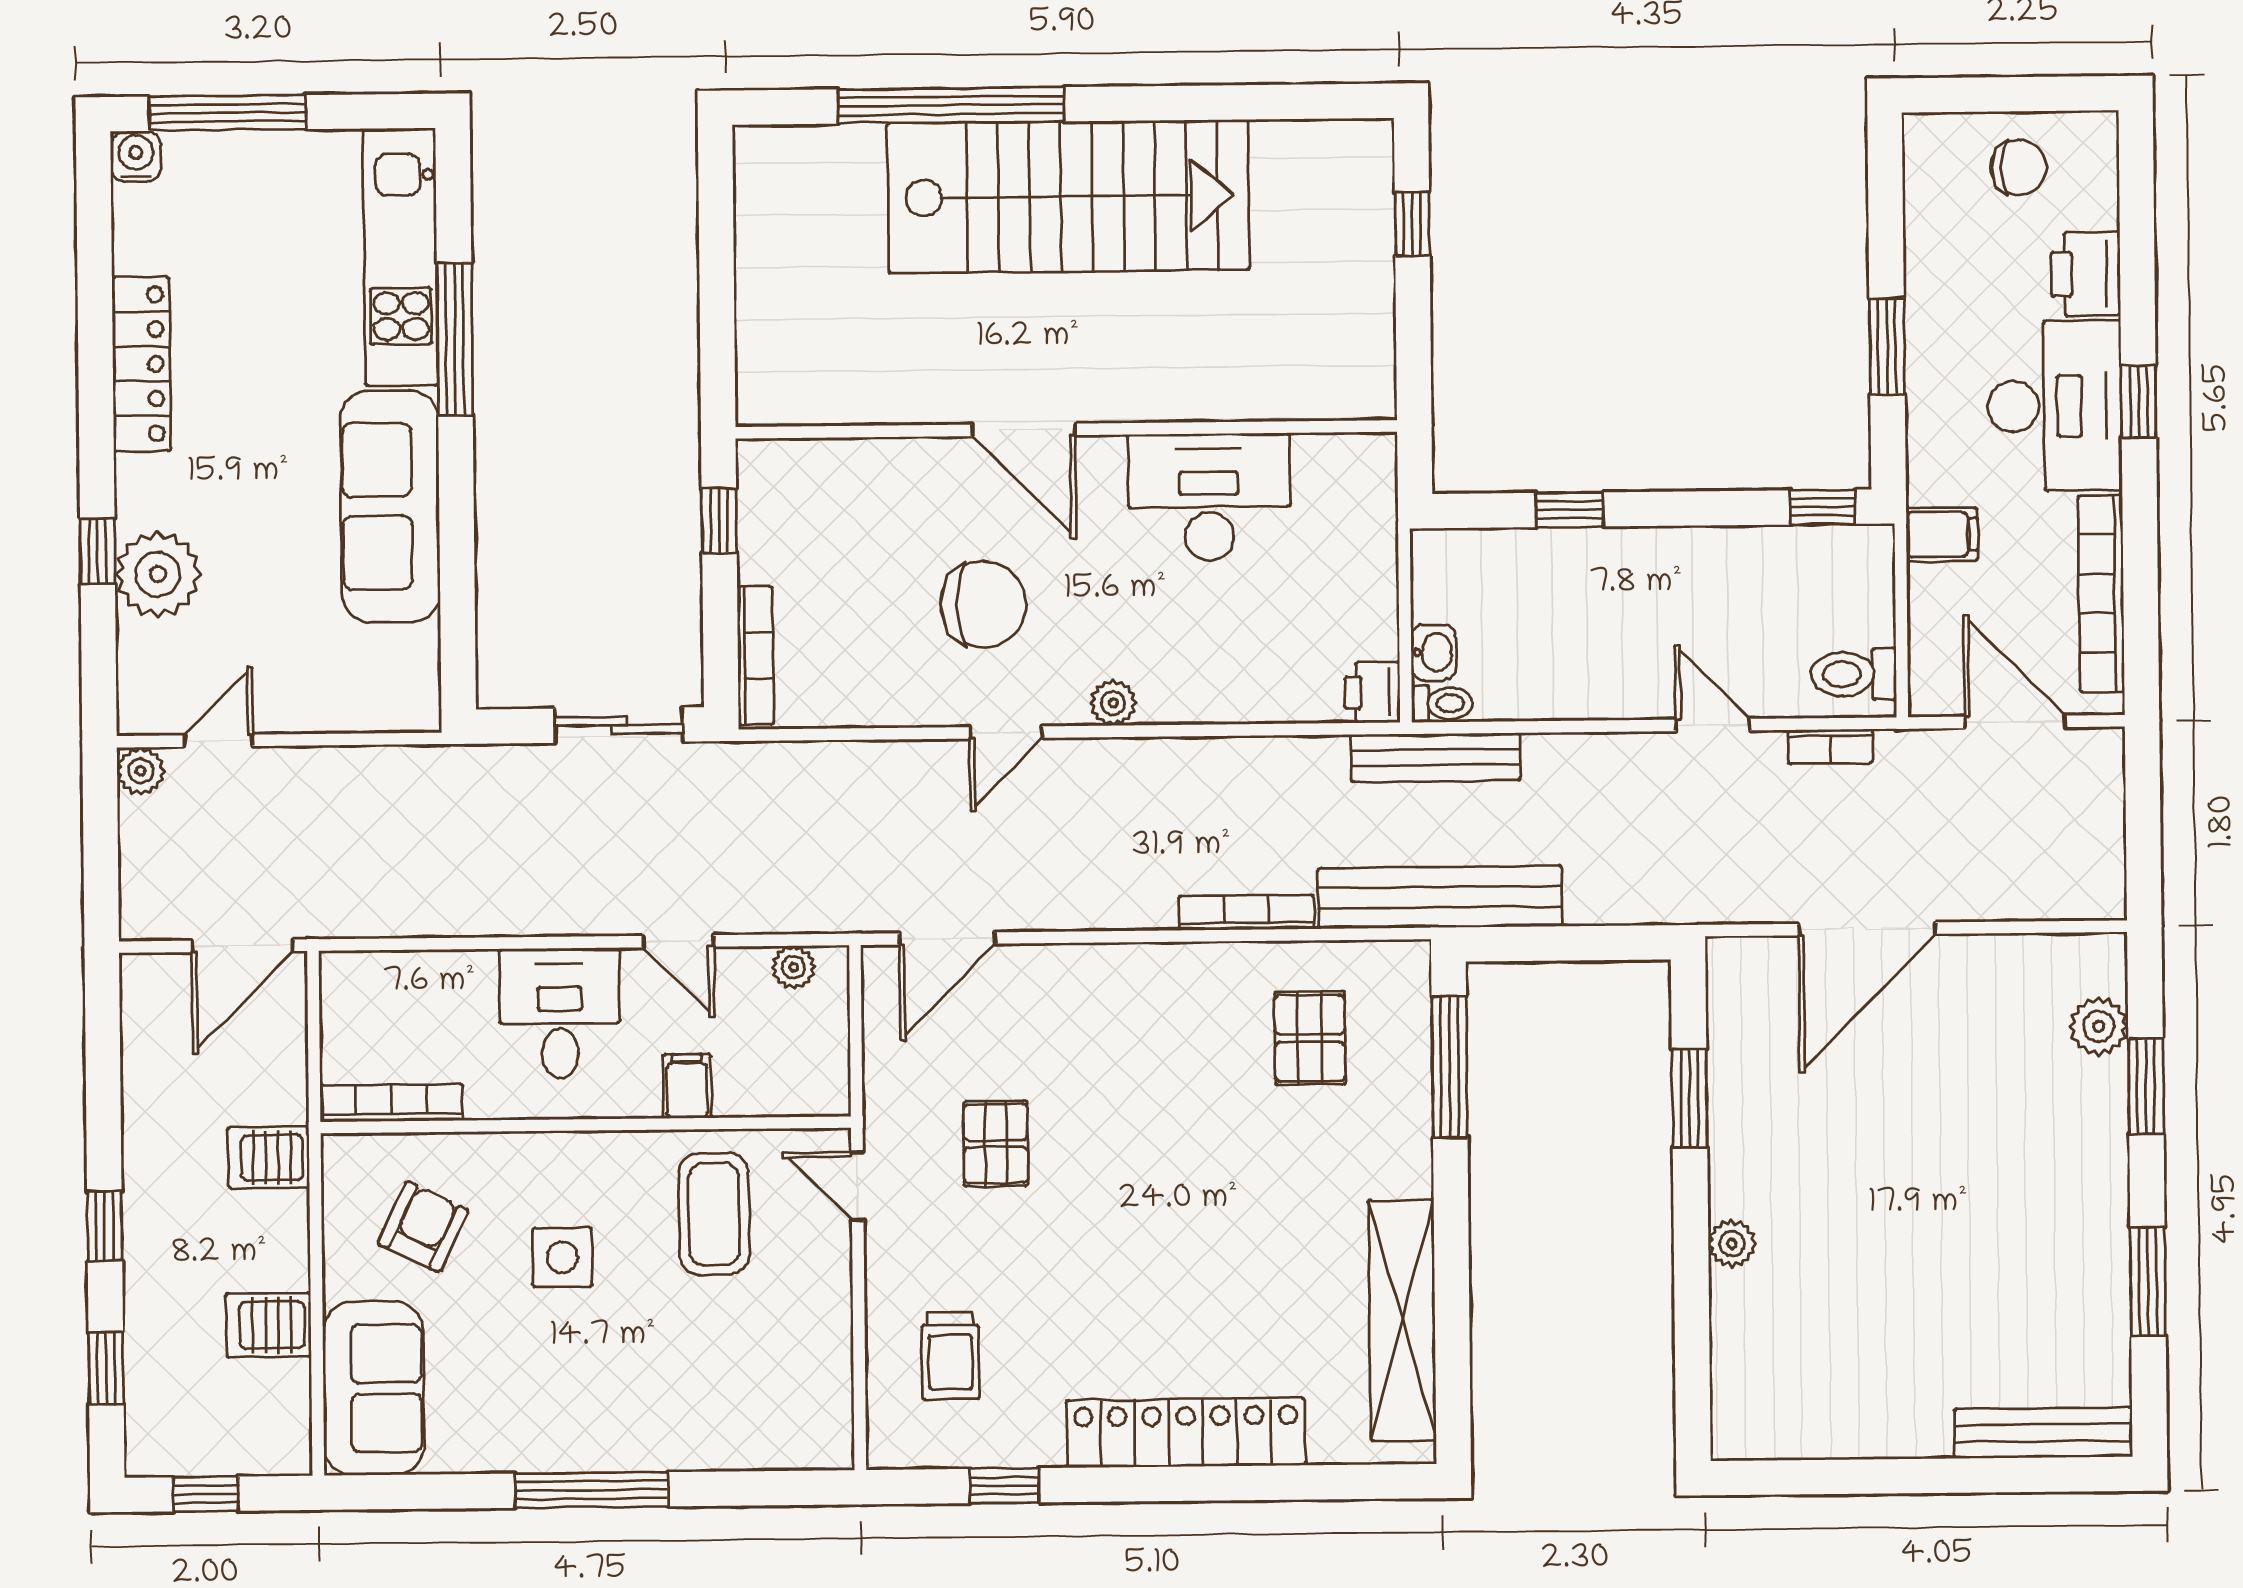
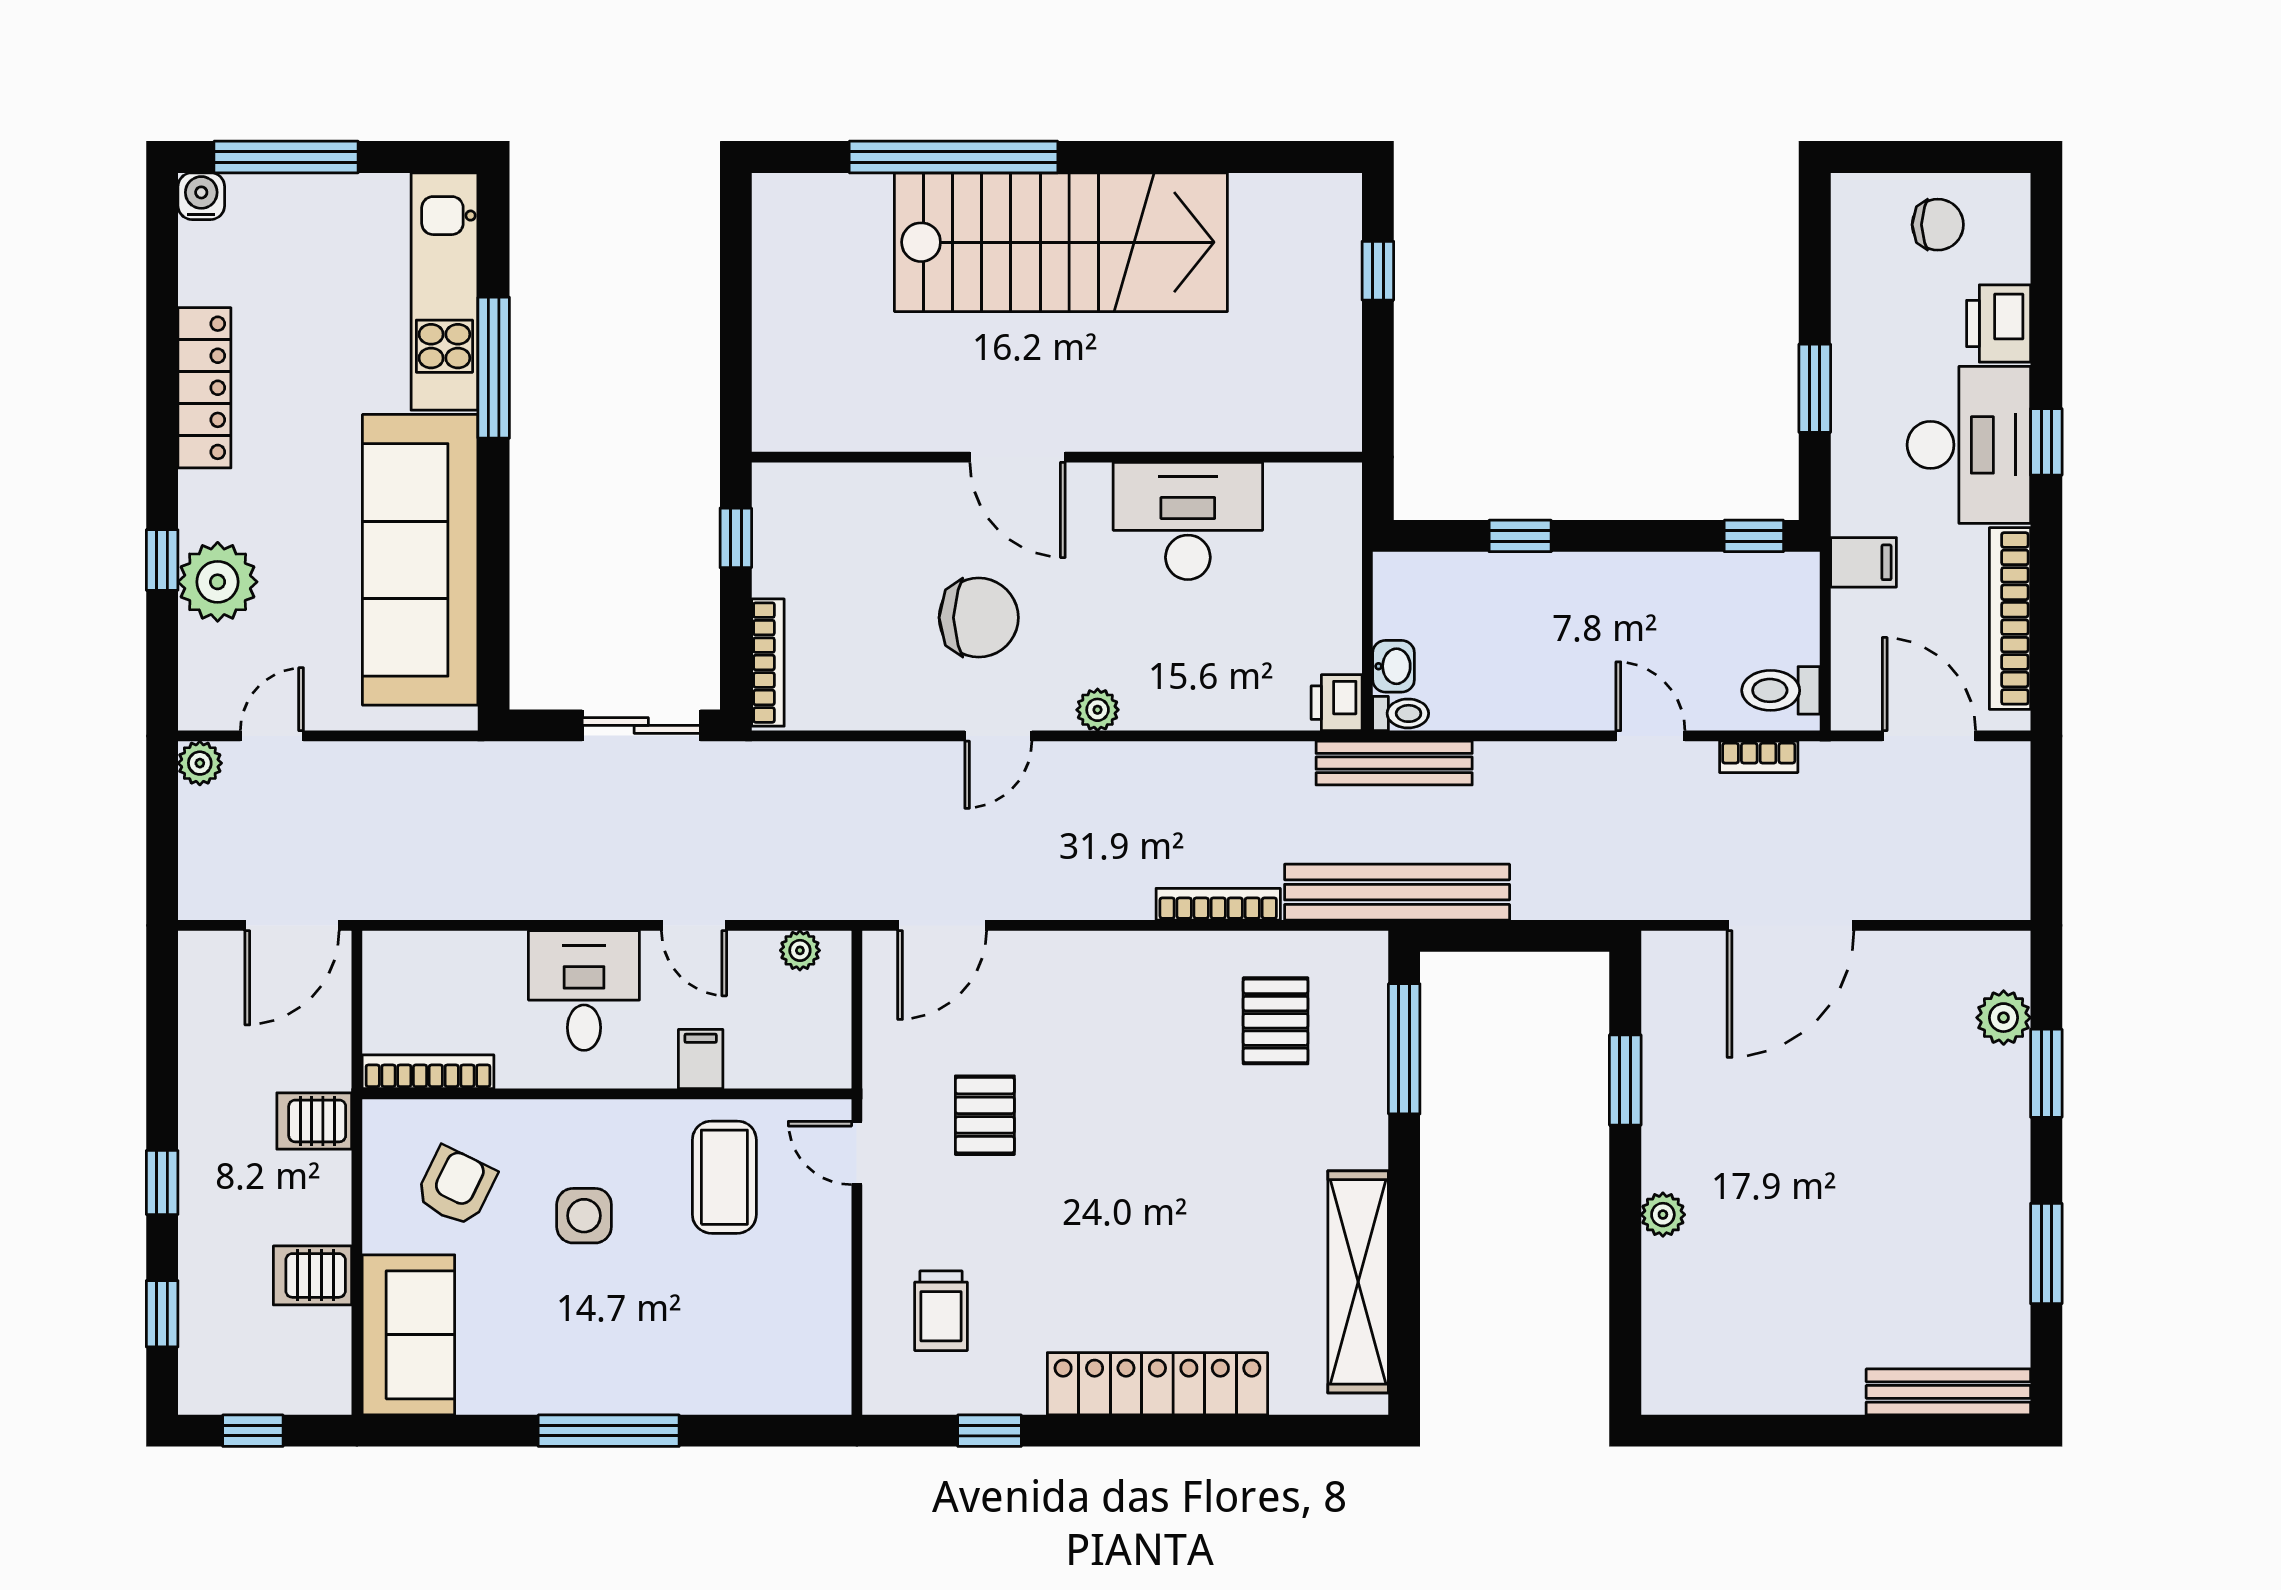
sofa: (390, 506) -> (420, 560), width x1.36, depth x1.27

